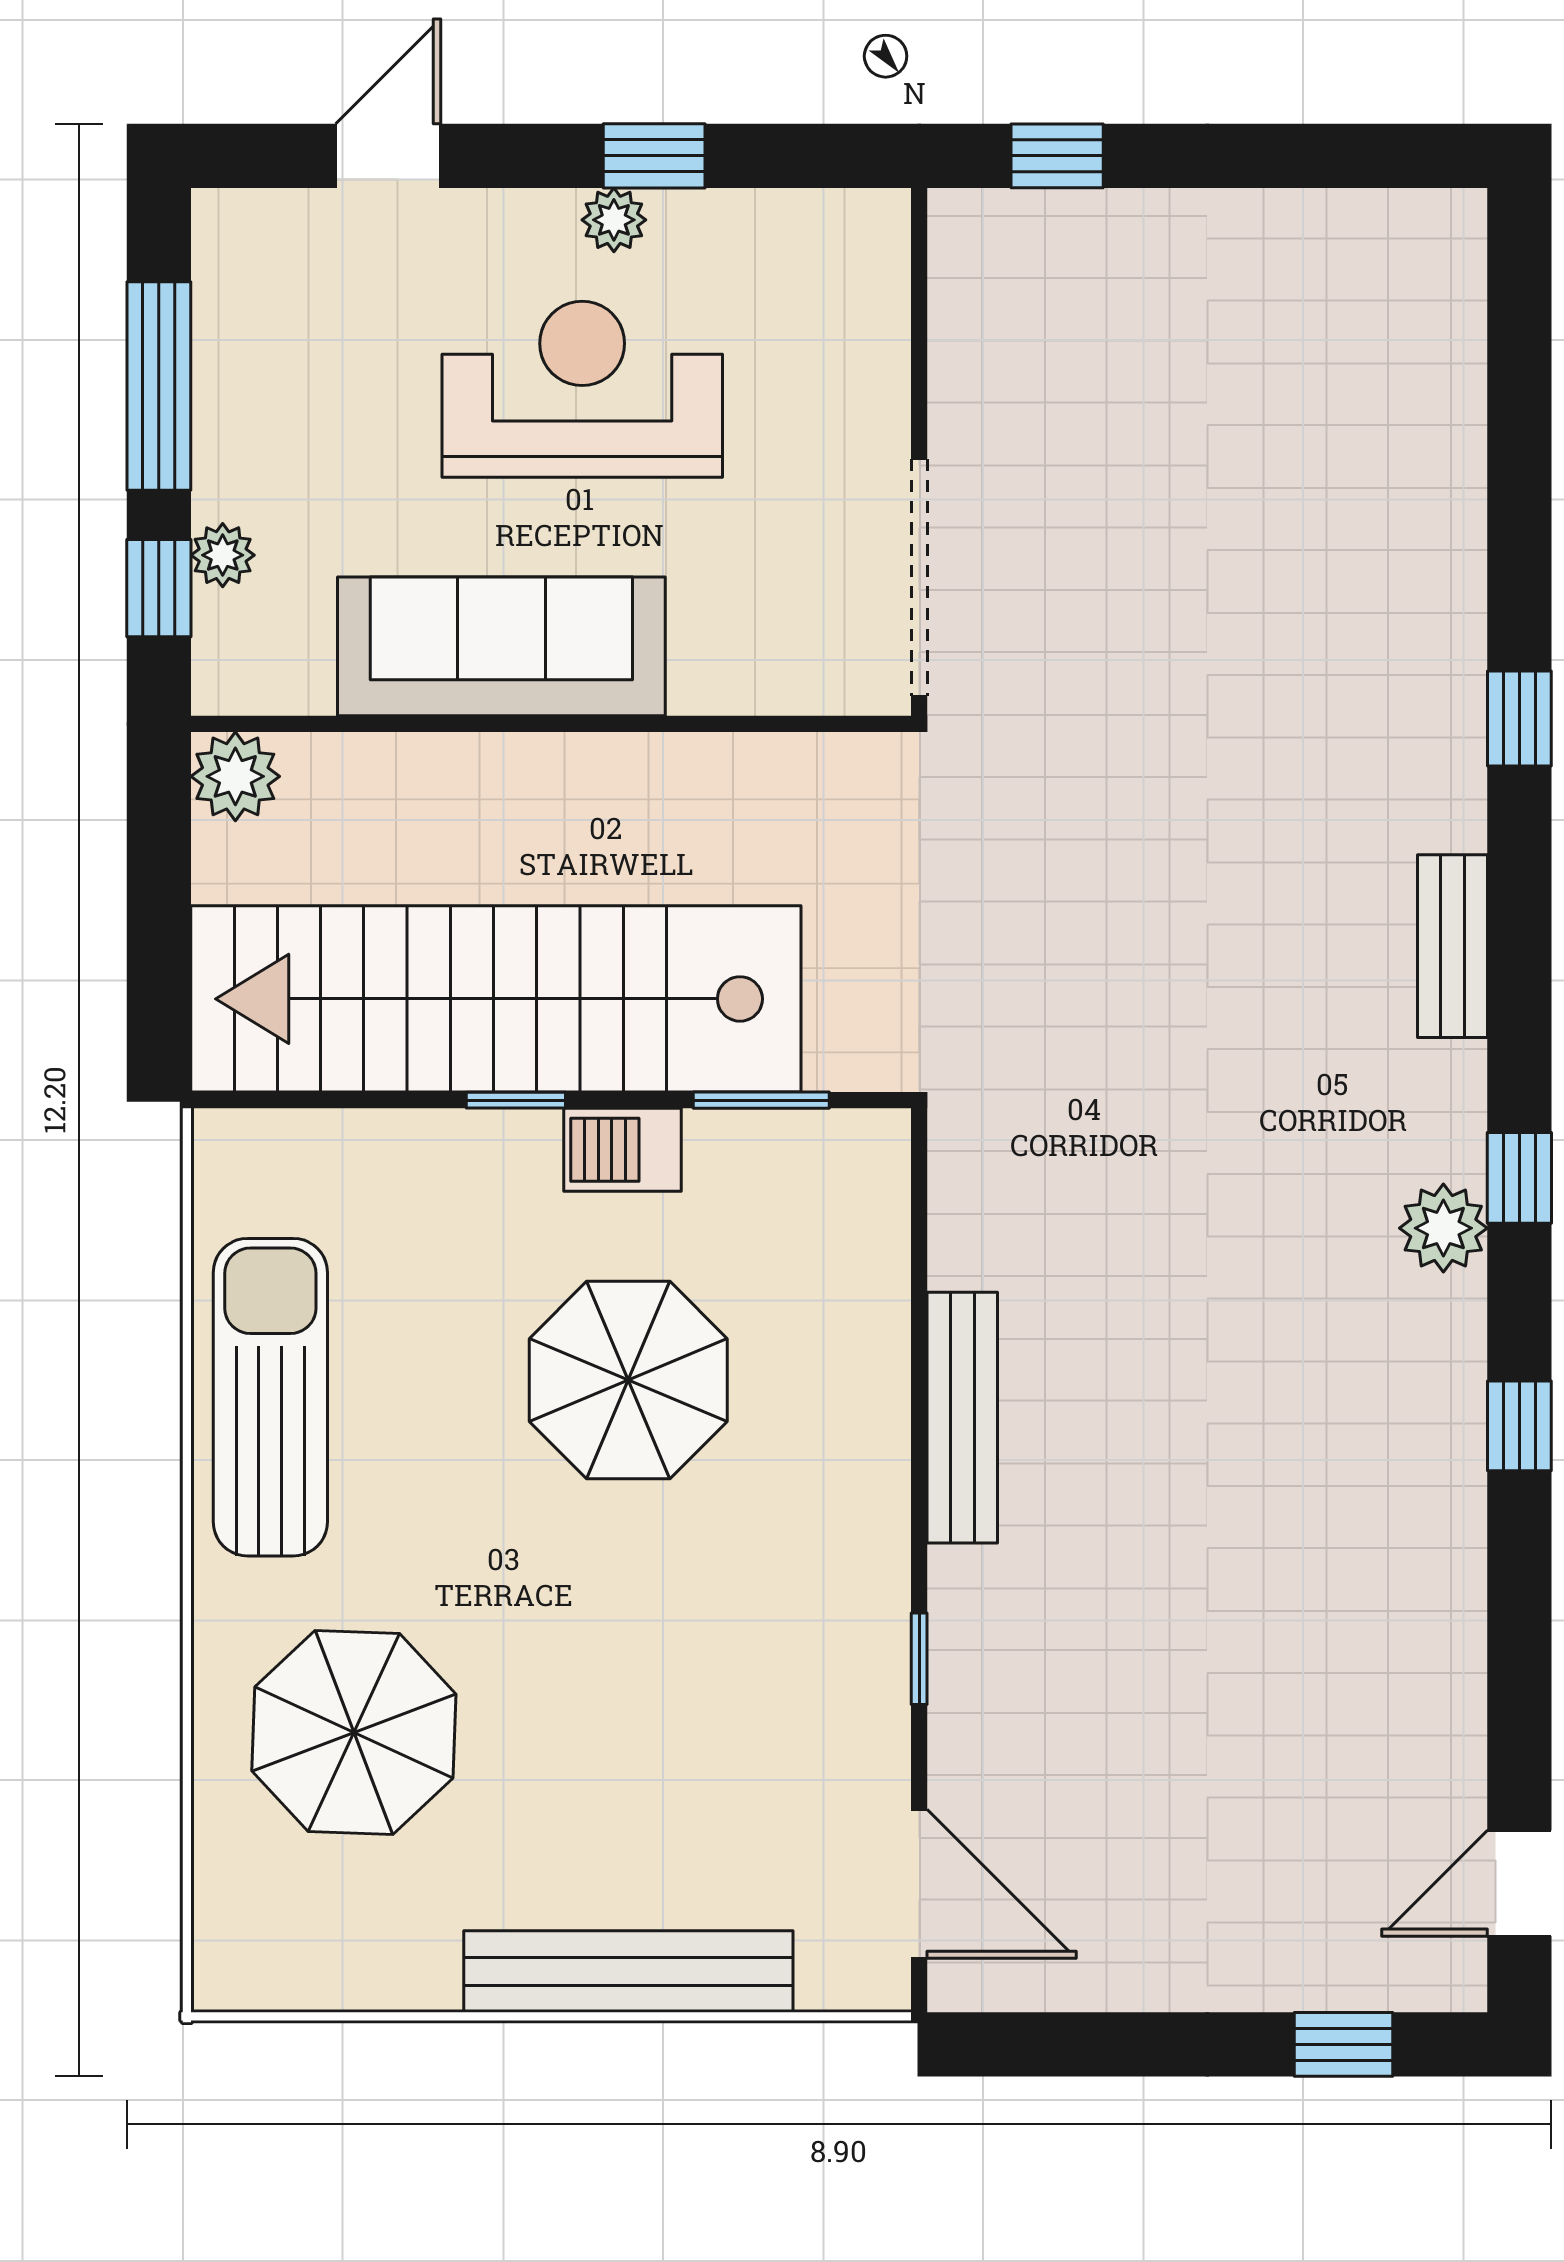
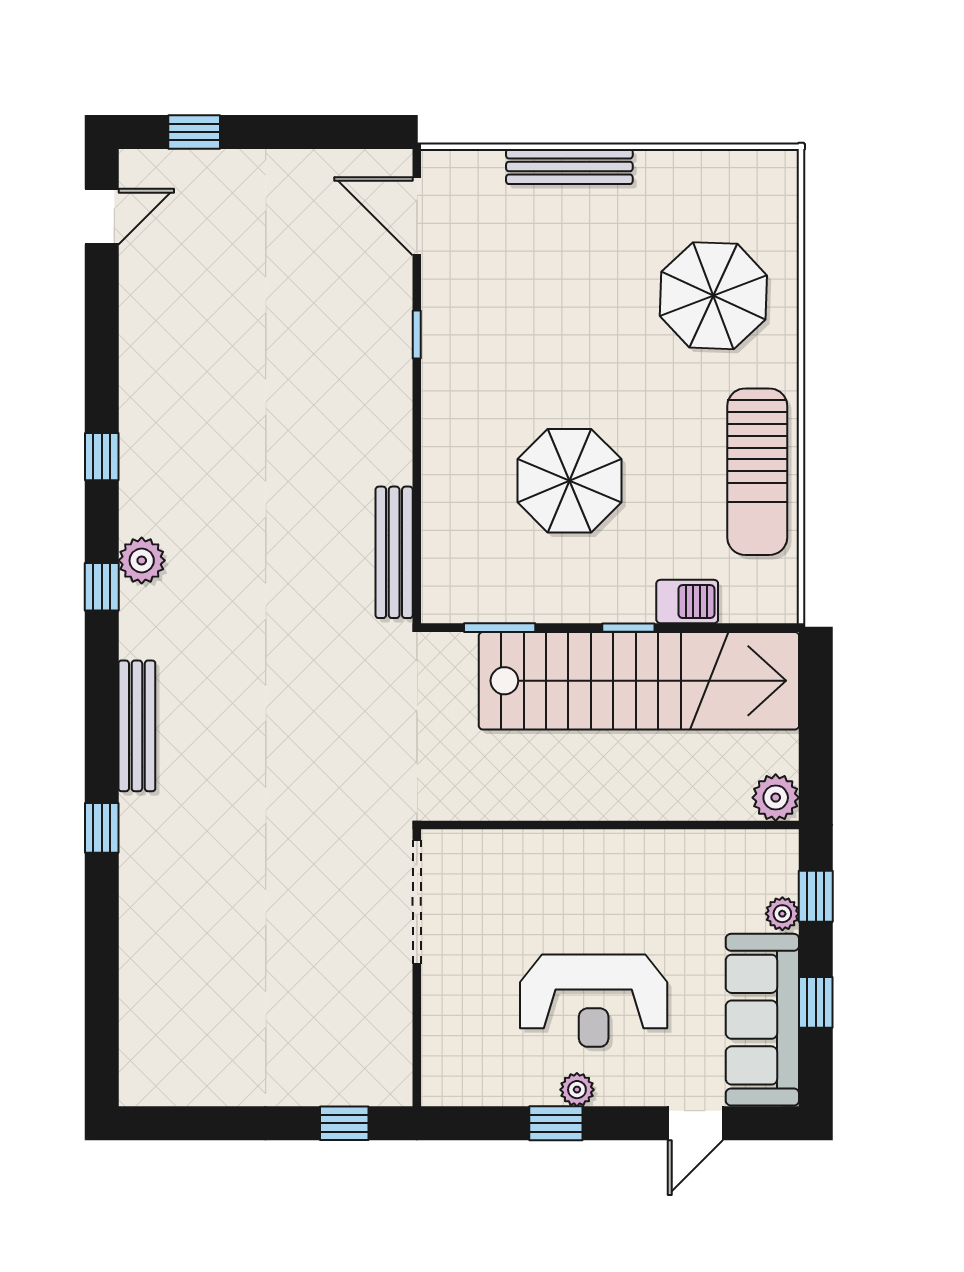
window: (159, 386) -> (816, 1002), width x0.46
sofa: (501, 646) -> (762, 1020), moved, turned 90
bench: (1452, 946) -> (137, 726), width x1.36
barbecue: (622, 1150) -> (687, 602), moved
bench: (962, 1418) -> (394, 552), moved
bench: (628, 1972) -> (569, 167), width x0.73, depth x0.82

